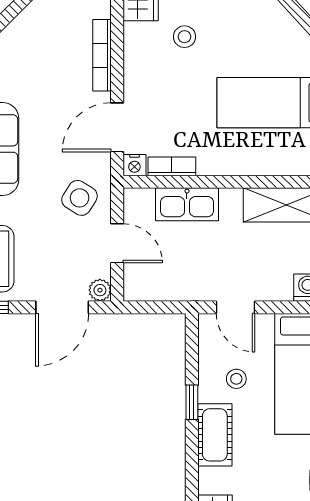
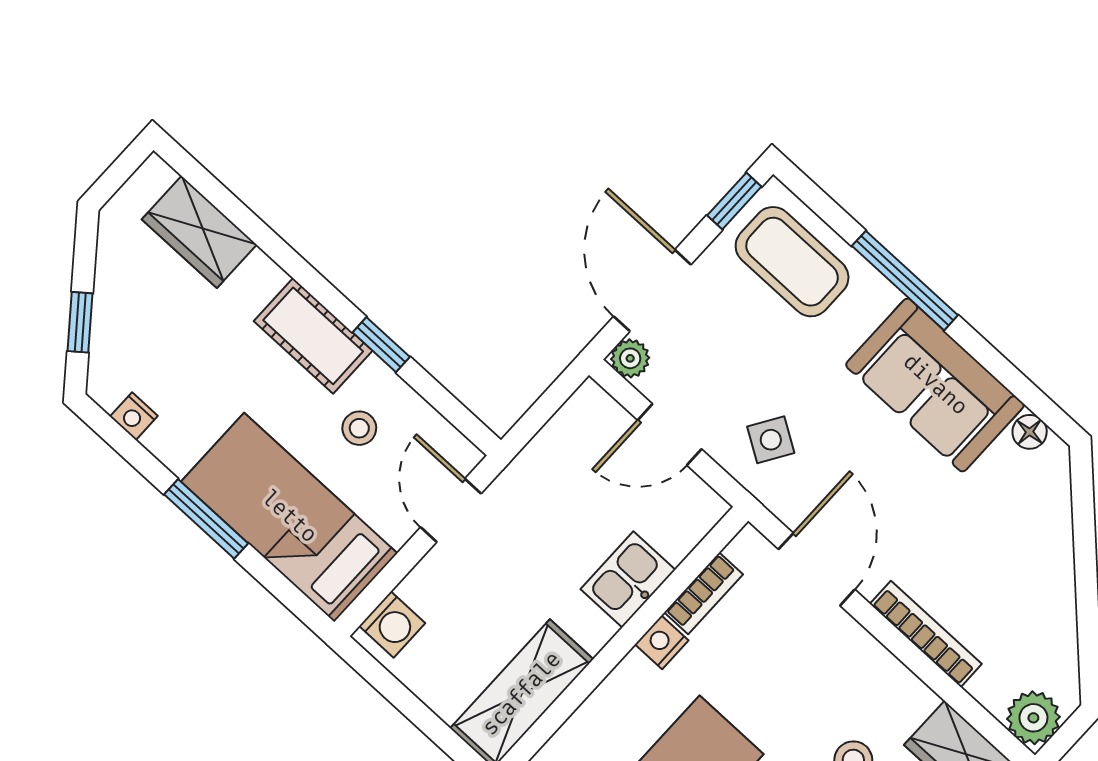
nightstand: (134, 165) -> (662, 642), moved
side table: (80, 198) -> (771, 440), width x0.73, depth x0.73
kitchen sink: (187, 204) -> (628, 579), width x0.73
door: (236, 307) -> (451, 510), hinge flipped

